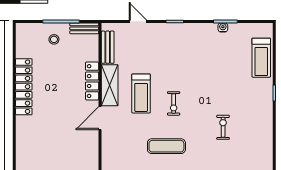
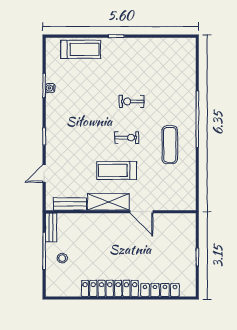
locker: (92, 81) -> (160, 290), moved, turned 180
treadmill: (141, 93) -> (117, 170), turned 180
exercise bike: (223, 127) -> (132, 101), moved

